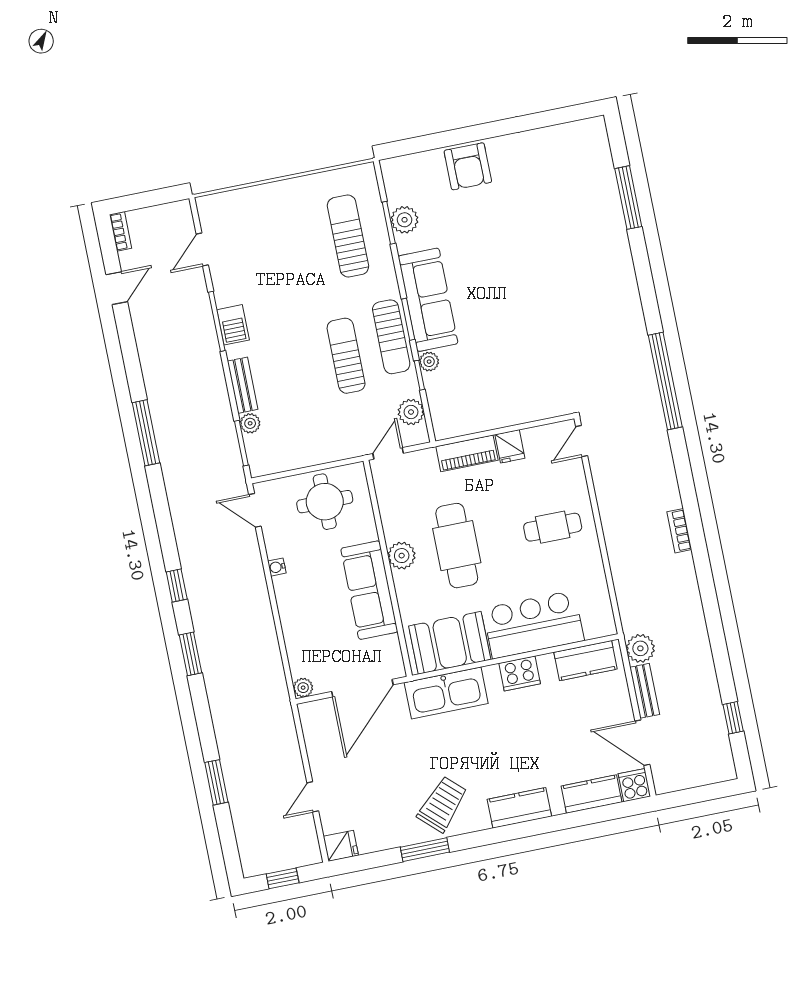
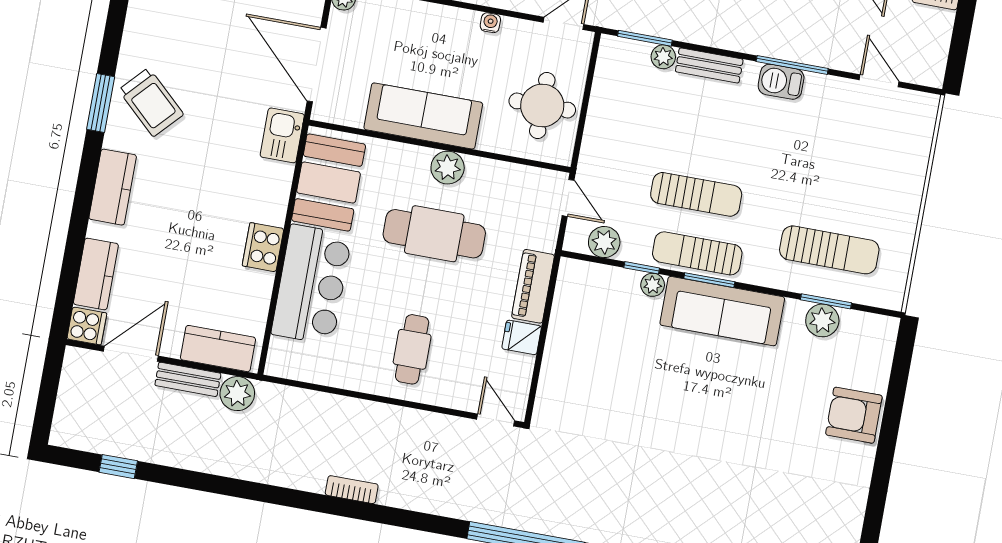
kitchen counter: (586, 661) -> (218, 349), moved, turned 90
kitchen sink: (446, 693) -> (282, 135), width x0.53, depth x0.81
window: (425, 850) -> (101, 103), moved

